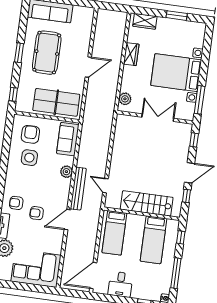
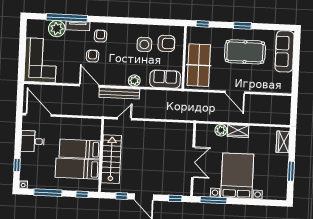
wardrobe: (131, 54) -> (238, 131), moved
plant: (125, 99) -> (221, 130), moved
bed: (114, 233) -> (80, 149), moved

